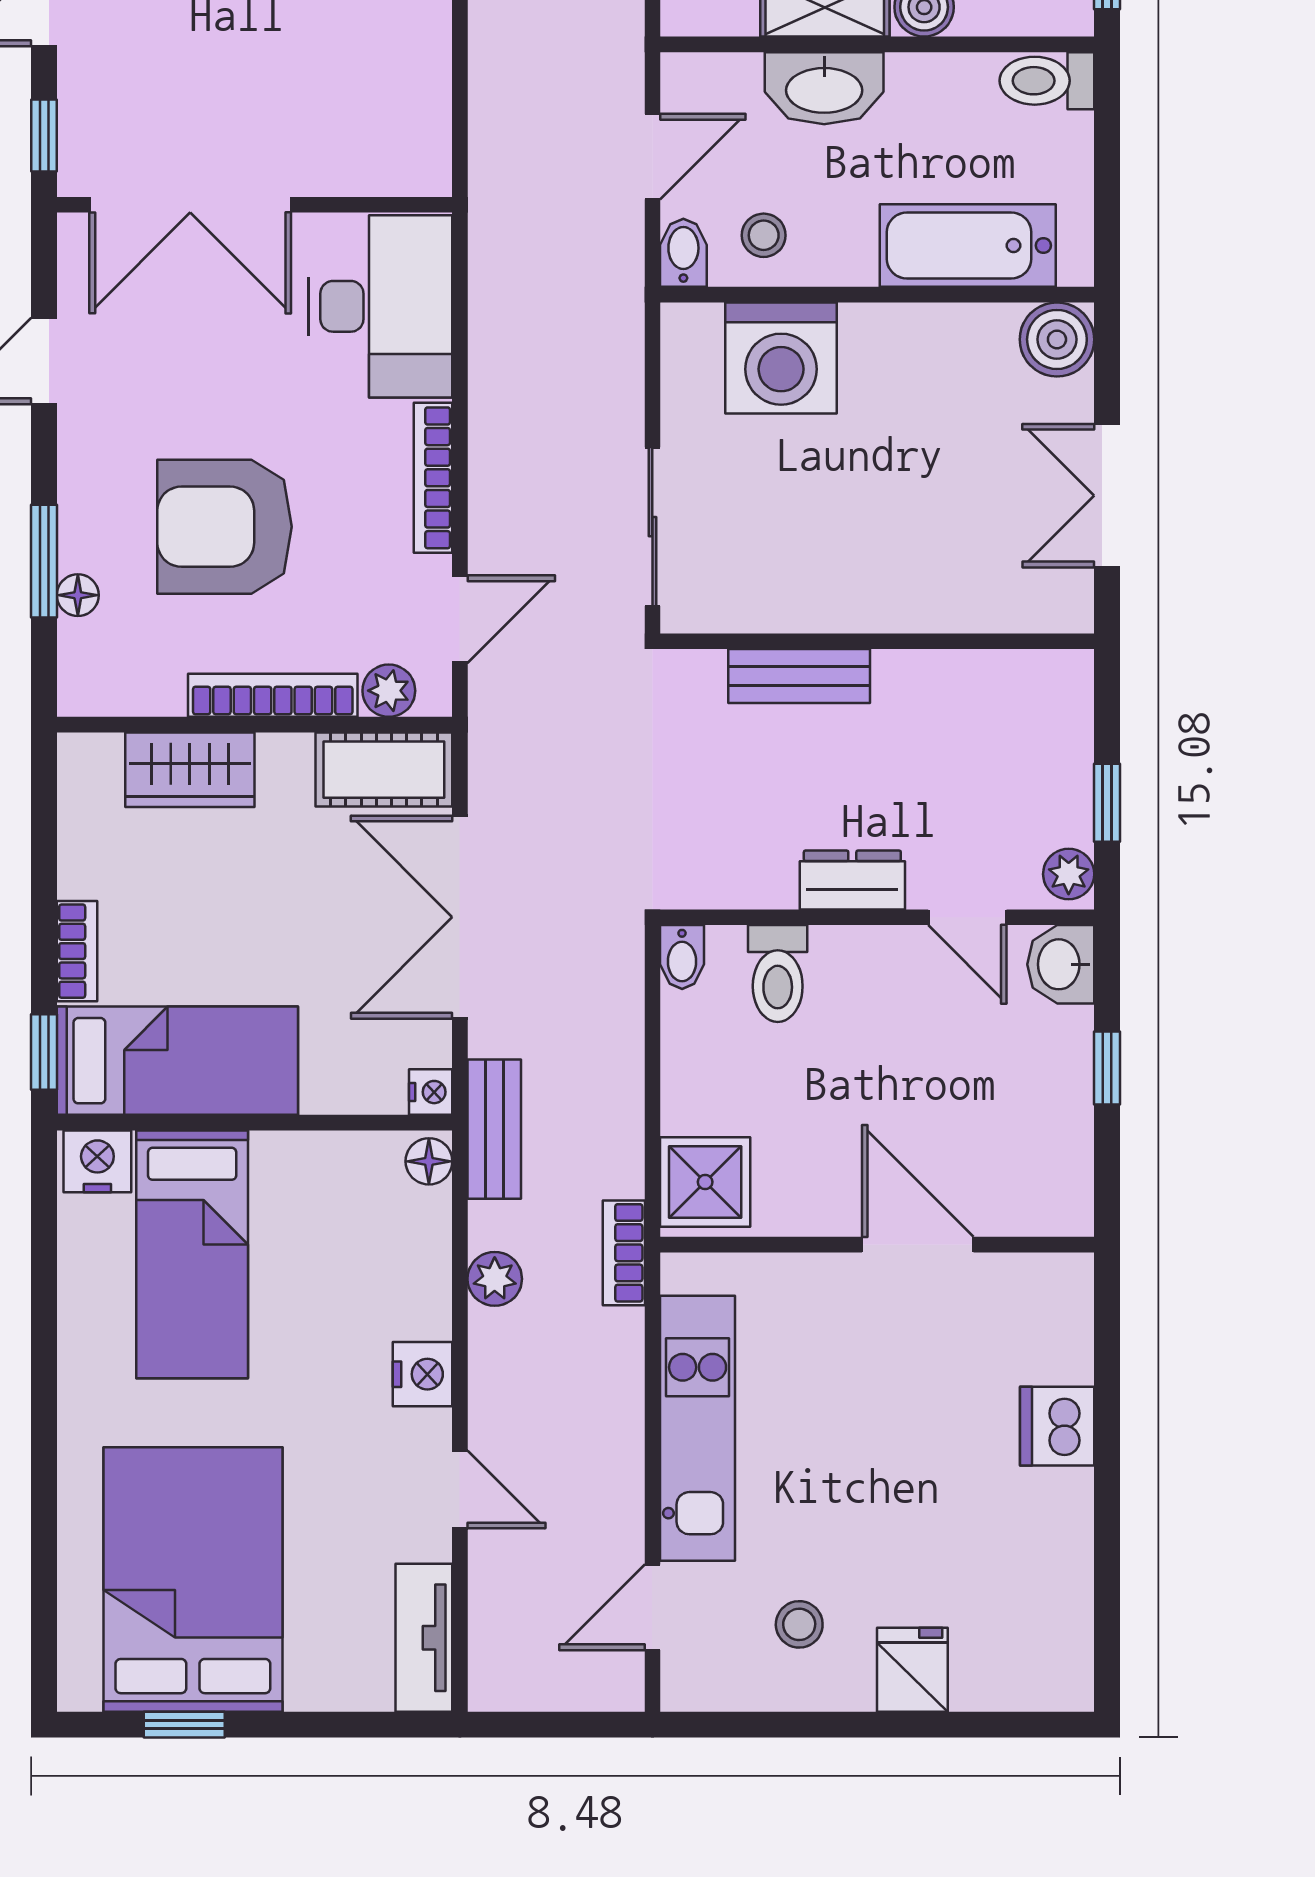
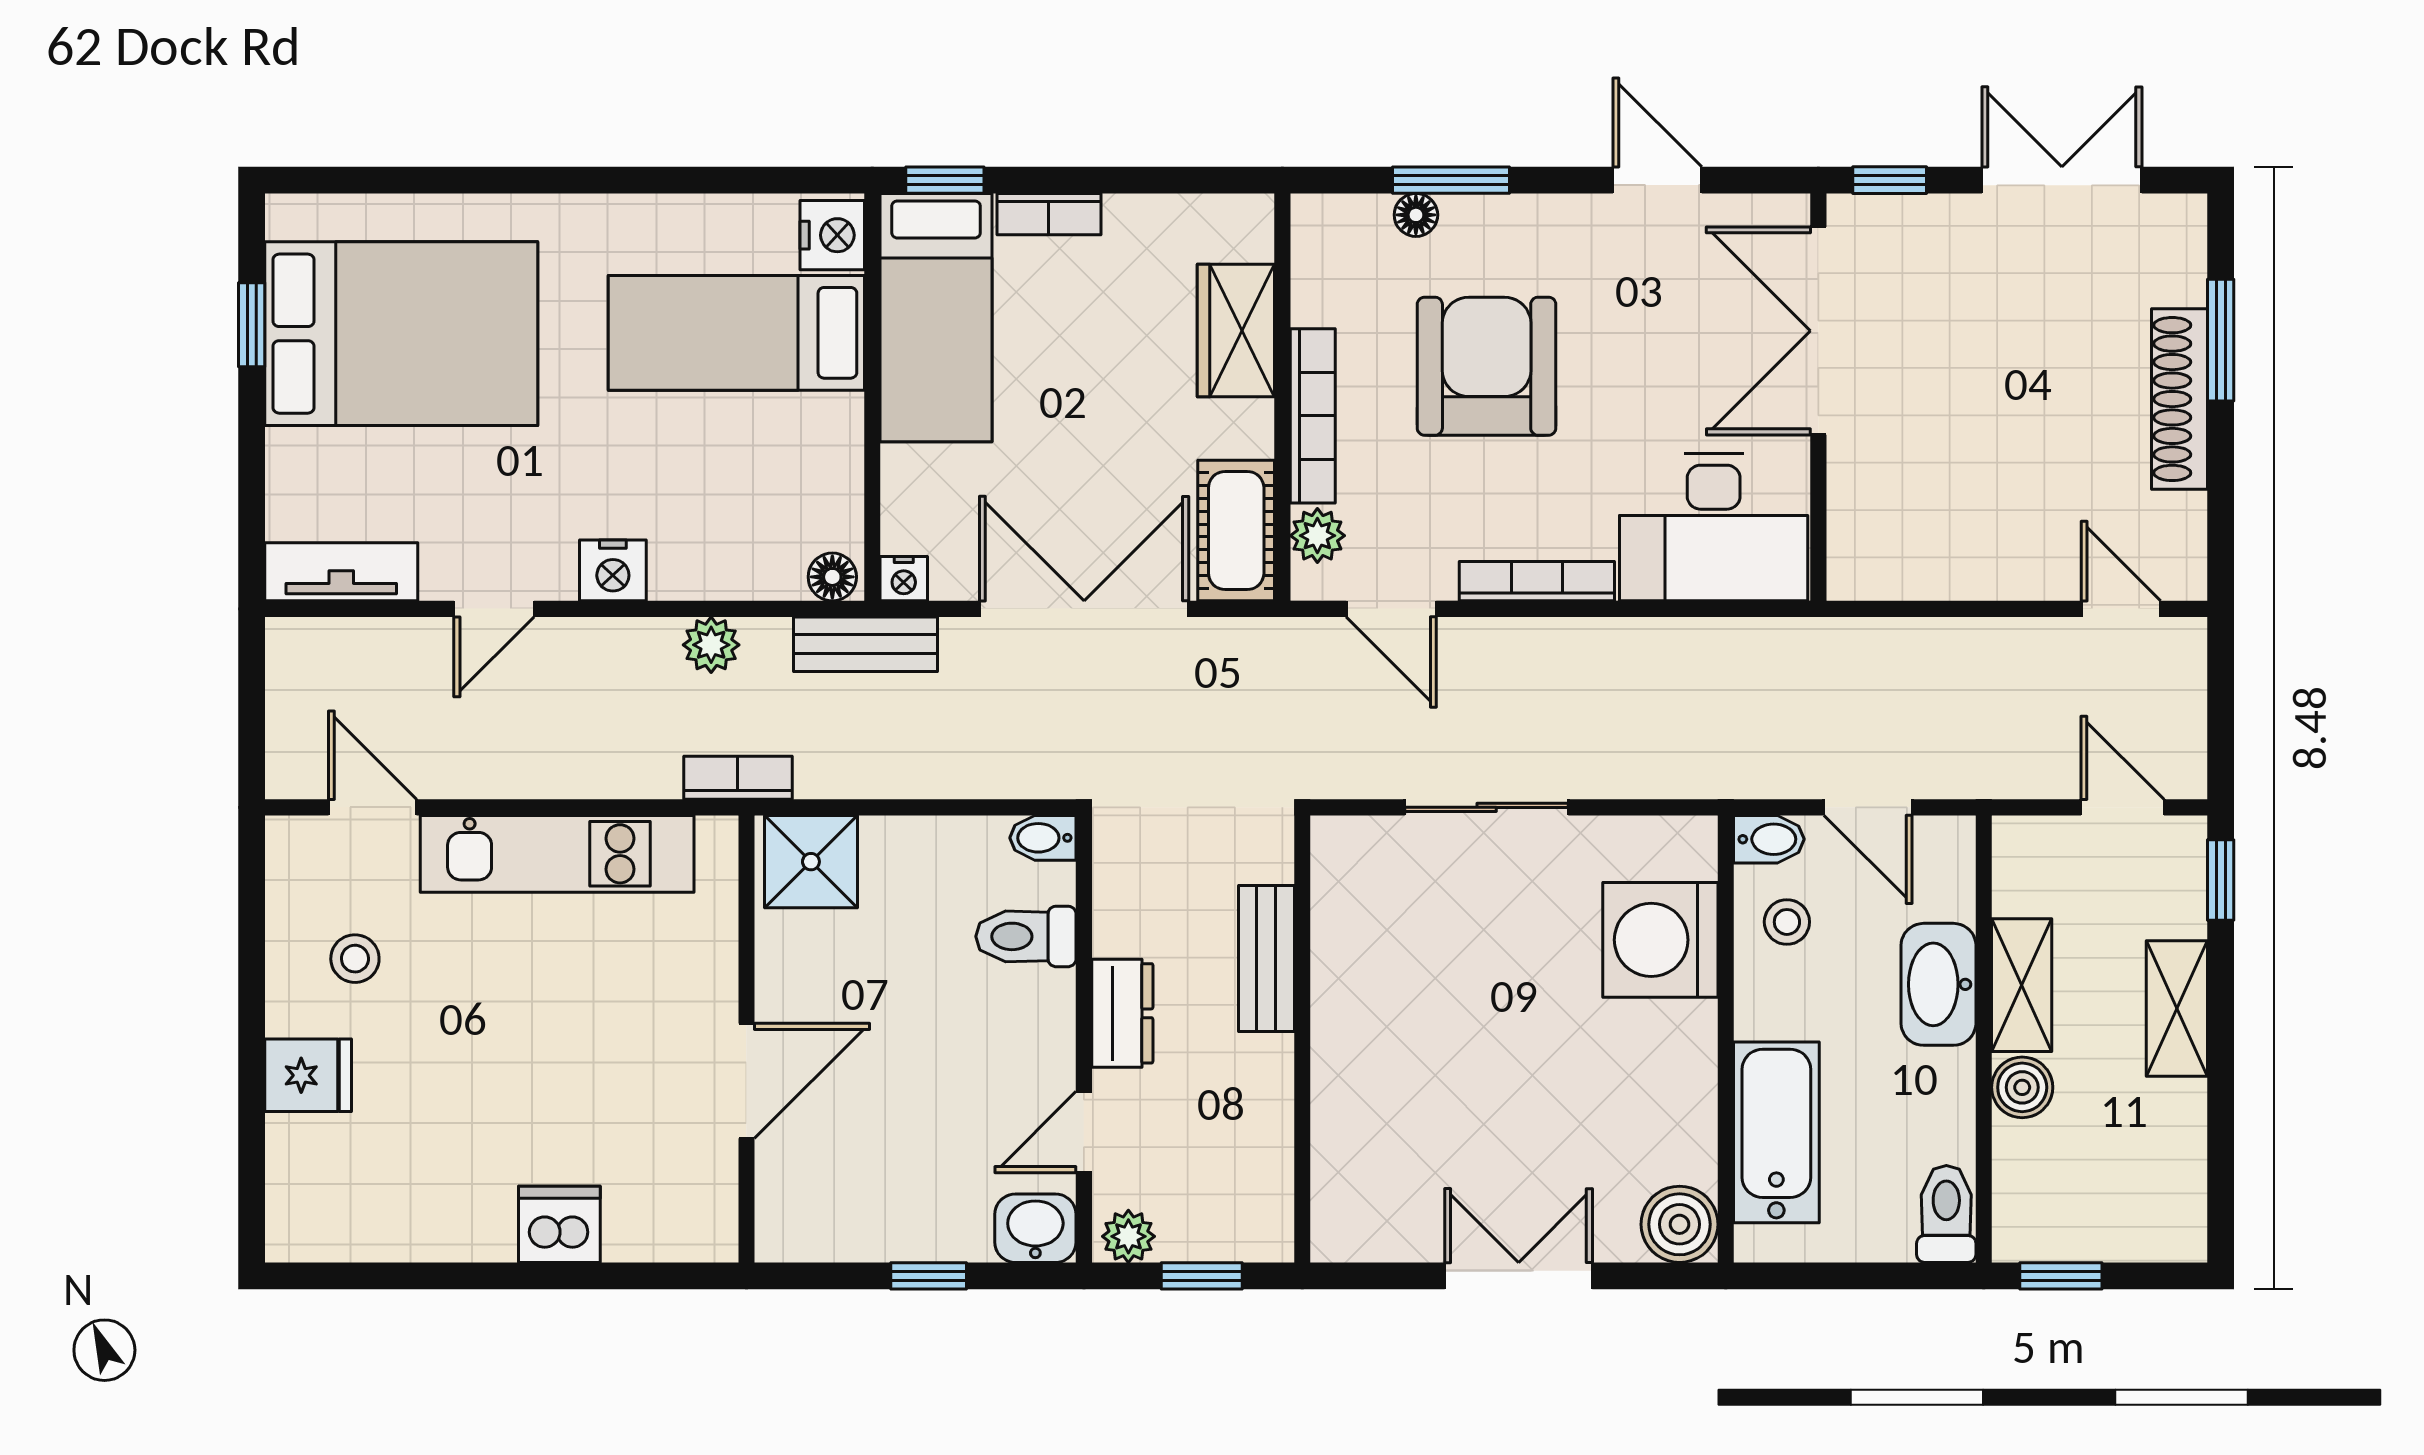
wall: (877, 641) -> (1302, 1039), moved
bench: (799, 676) -> (1266, 959), moved

